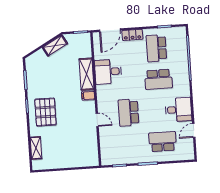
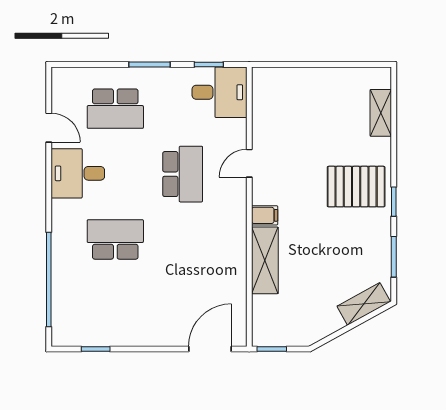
locker: (132, 35) -> (164, 336), removed
shelving: (55, 46) -> (364, 304), moved
school desk: (156, 48) -> (115, 305), removed
desk: (108, 72) -> (219, 92), moved
pallet: (45, 112) -> (356, 187), turned 90
door: (97, 120) -> (249, 163), hinge flipped
door: (194, 130) -> (49, 128), hinge flipped

